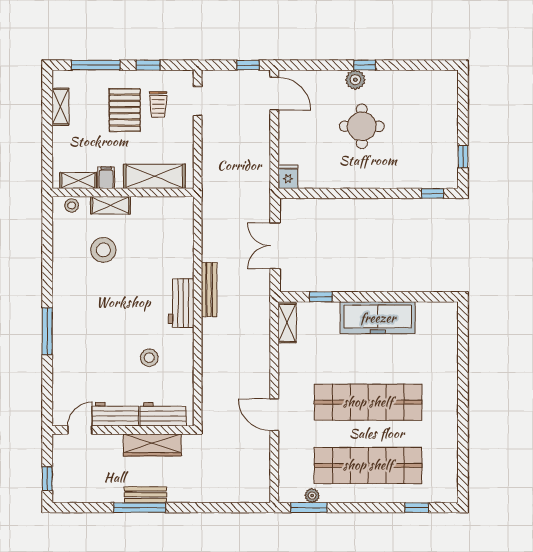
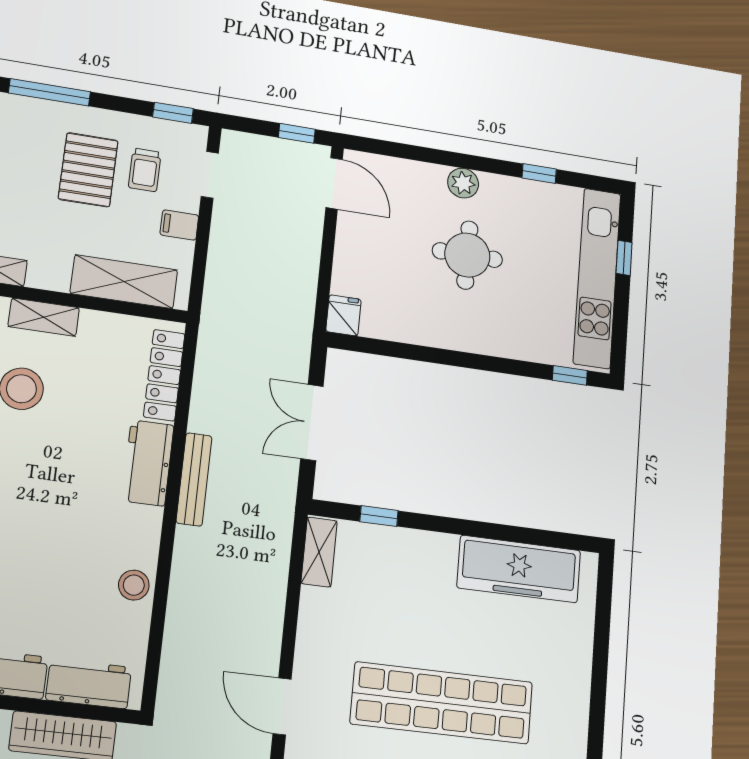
window: (148, 65) -> (173, 113), moved
window: (365, 65) -> (539, 173), moved
kitchen unit: (446, 128) -> (597, 278), added
window: (463, 157) -> (624, 258), moved
filing cabinet: (106, 178) -> (179, 225), moved, turned -90
locker: (185, 230) -> (164, 375), added
workbench: (181, 303) -> (148, 463), moved
freezer: (378, 318) -> (519, 569), moved
stool: (149, 358) -> (134, 585), moved

